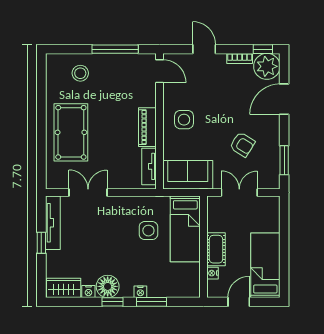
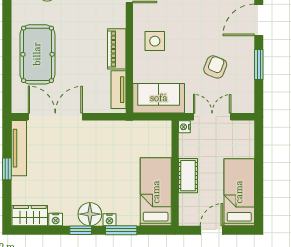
armchair: (242, 144) -> (215, 67), turned -100
window: (284, 160) -> (259, 65), moved
double door: (88, 192) -> (55, 117), width x1.37
bed: (185, 229) -> (156, 192), moved, turned 180
side table: (148, 231) -> (118, 156), removed
nightstand: (213, 273) -> (184, 127), moved
floor lamp: (108, 286) -> (90, 214), moved

